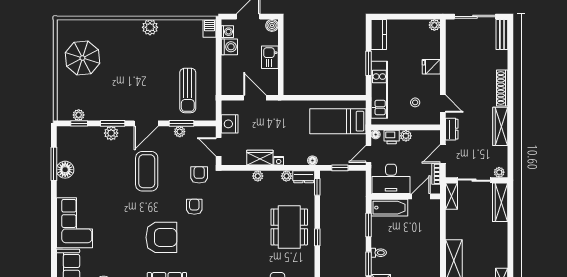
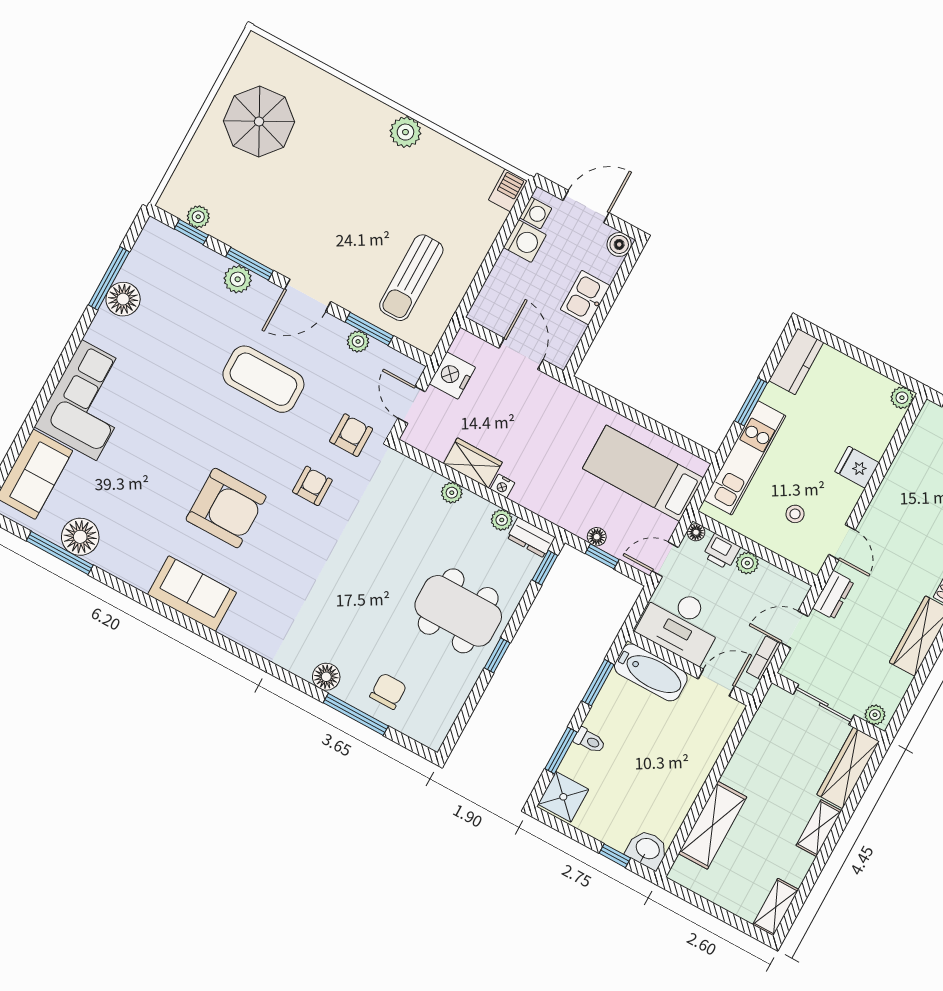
floor lamp: (312, 161) -> (597, 537), moved
coffee table: (147, 171) -> (263, 379), turned 90
shelving: (451, 196) -> (819, 828), moved
dining table: (289, 227) -> (458, 611), turned 90

